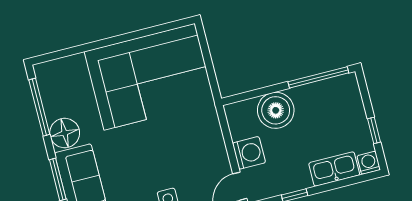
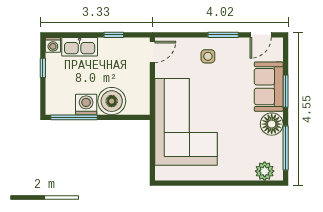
plant: (58, 71) -> (265, 171), added
corner sofa: (149, 77) -> (186, 122), moved, turned 90
washing machine: (249, 153) -> (86, 104), moved, turned 90

